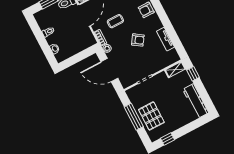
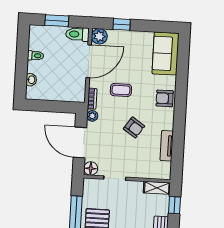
floor lamp: (126, 82) -> (91, 168), added

